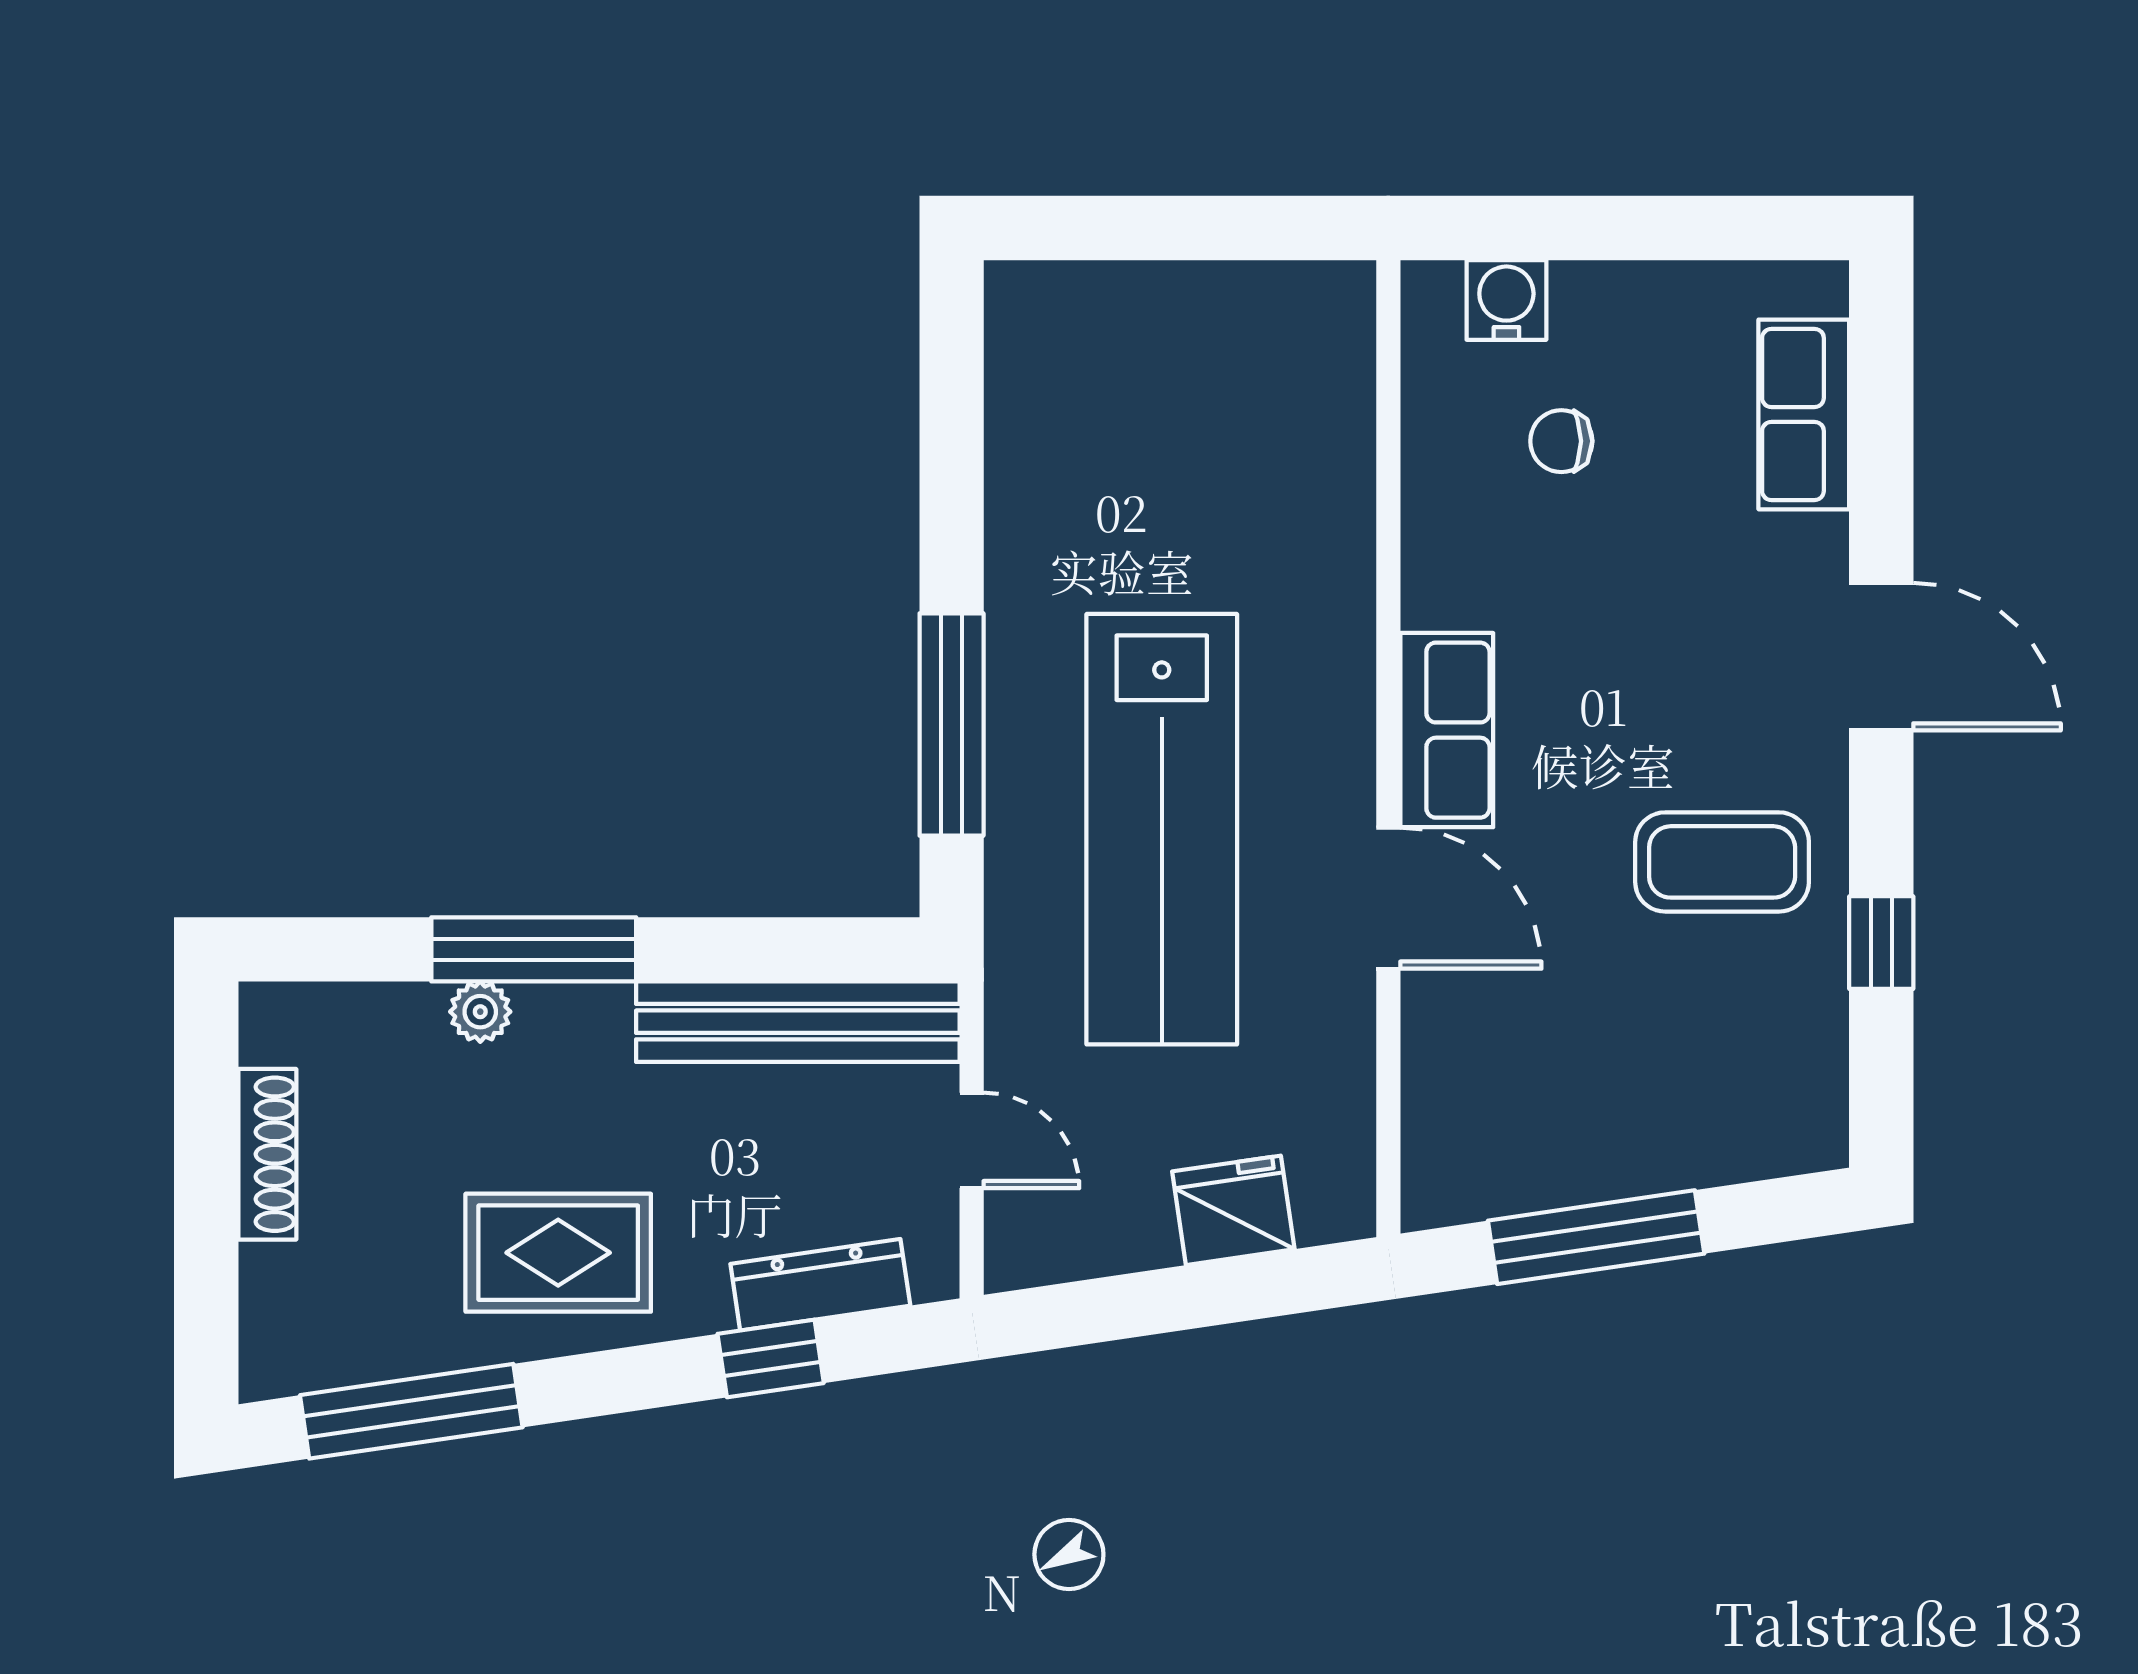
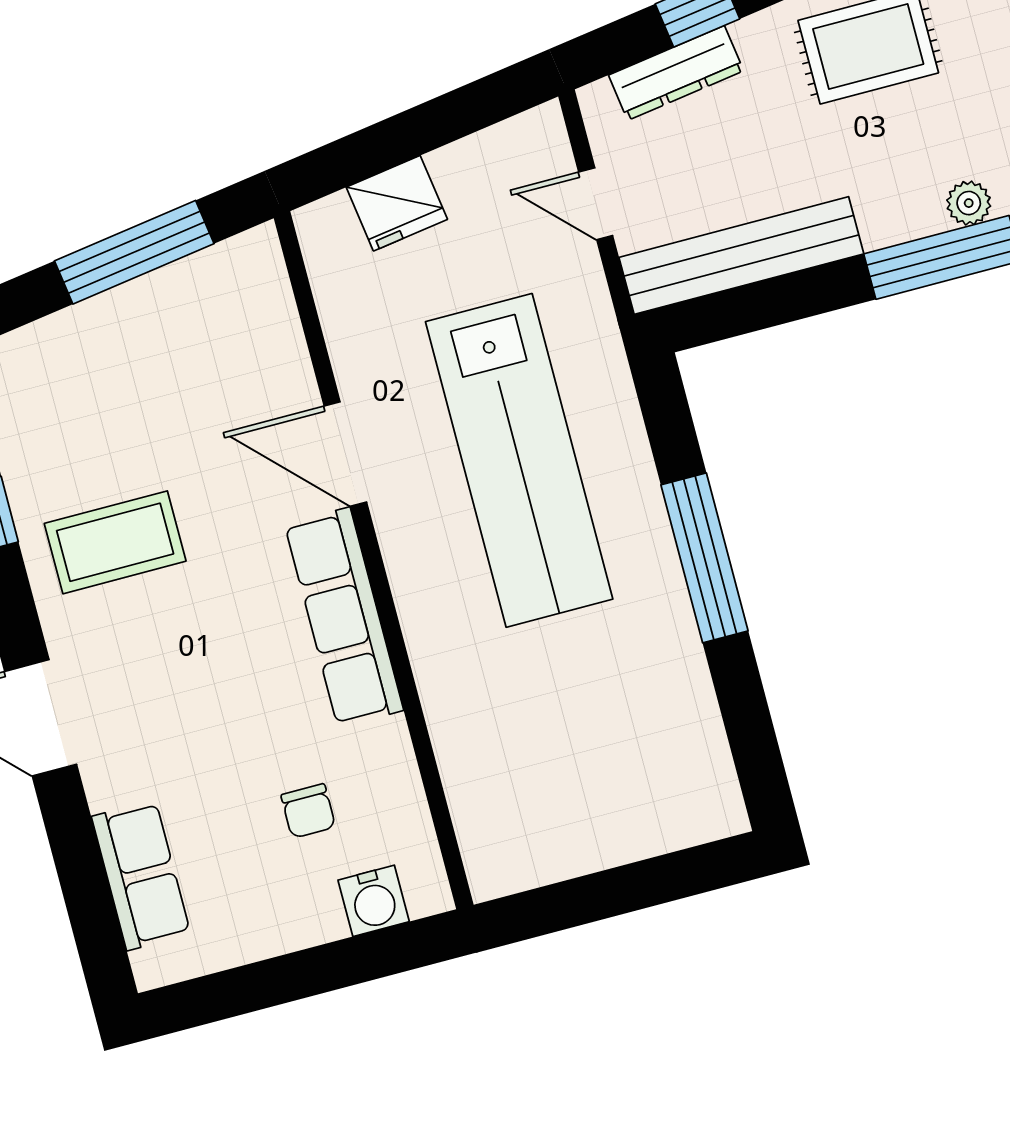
chair: (1561, 441) -> (308, 811), turned 90
window: (952, 725) -> (704, 558), moved
row of seats: (1447, 730) -> (344, 617), width x1.48
lab bench: (1162, 829) -> (519, 460), turned 180

